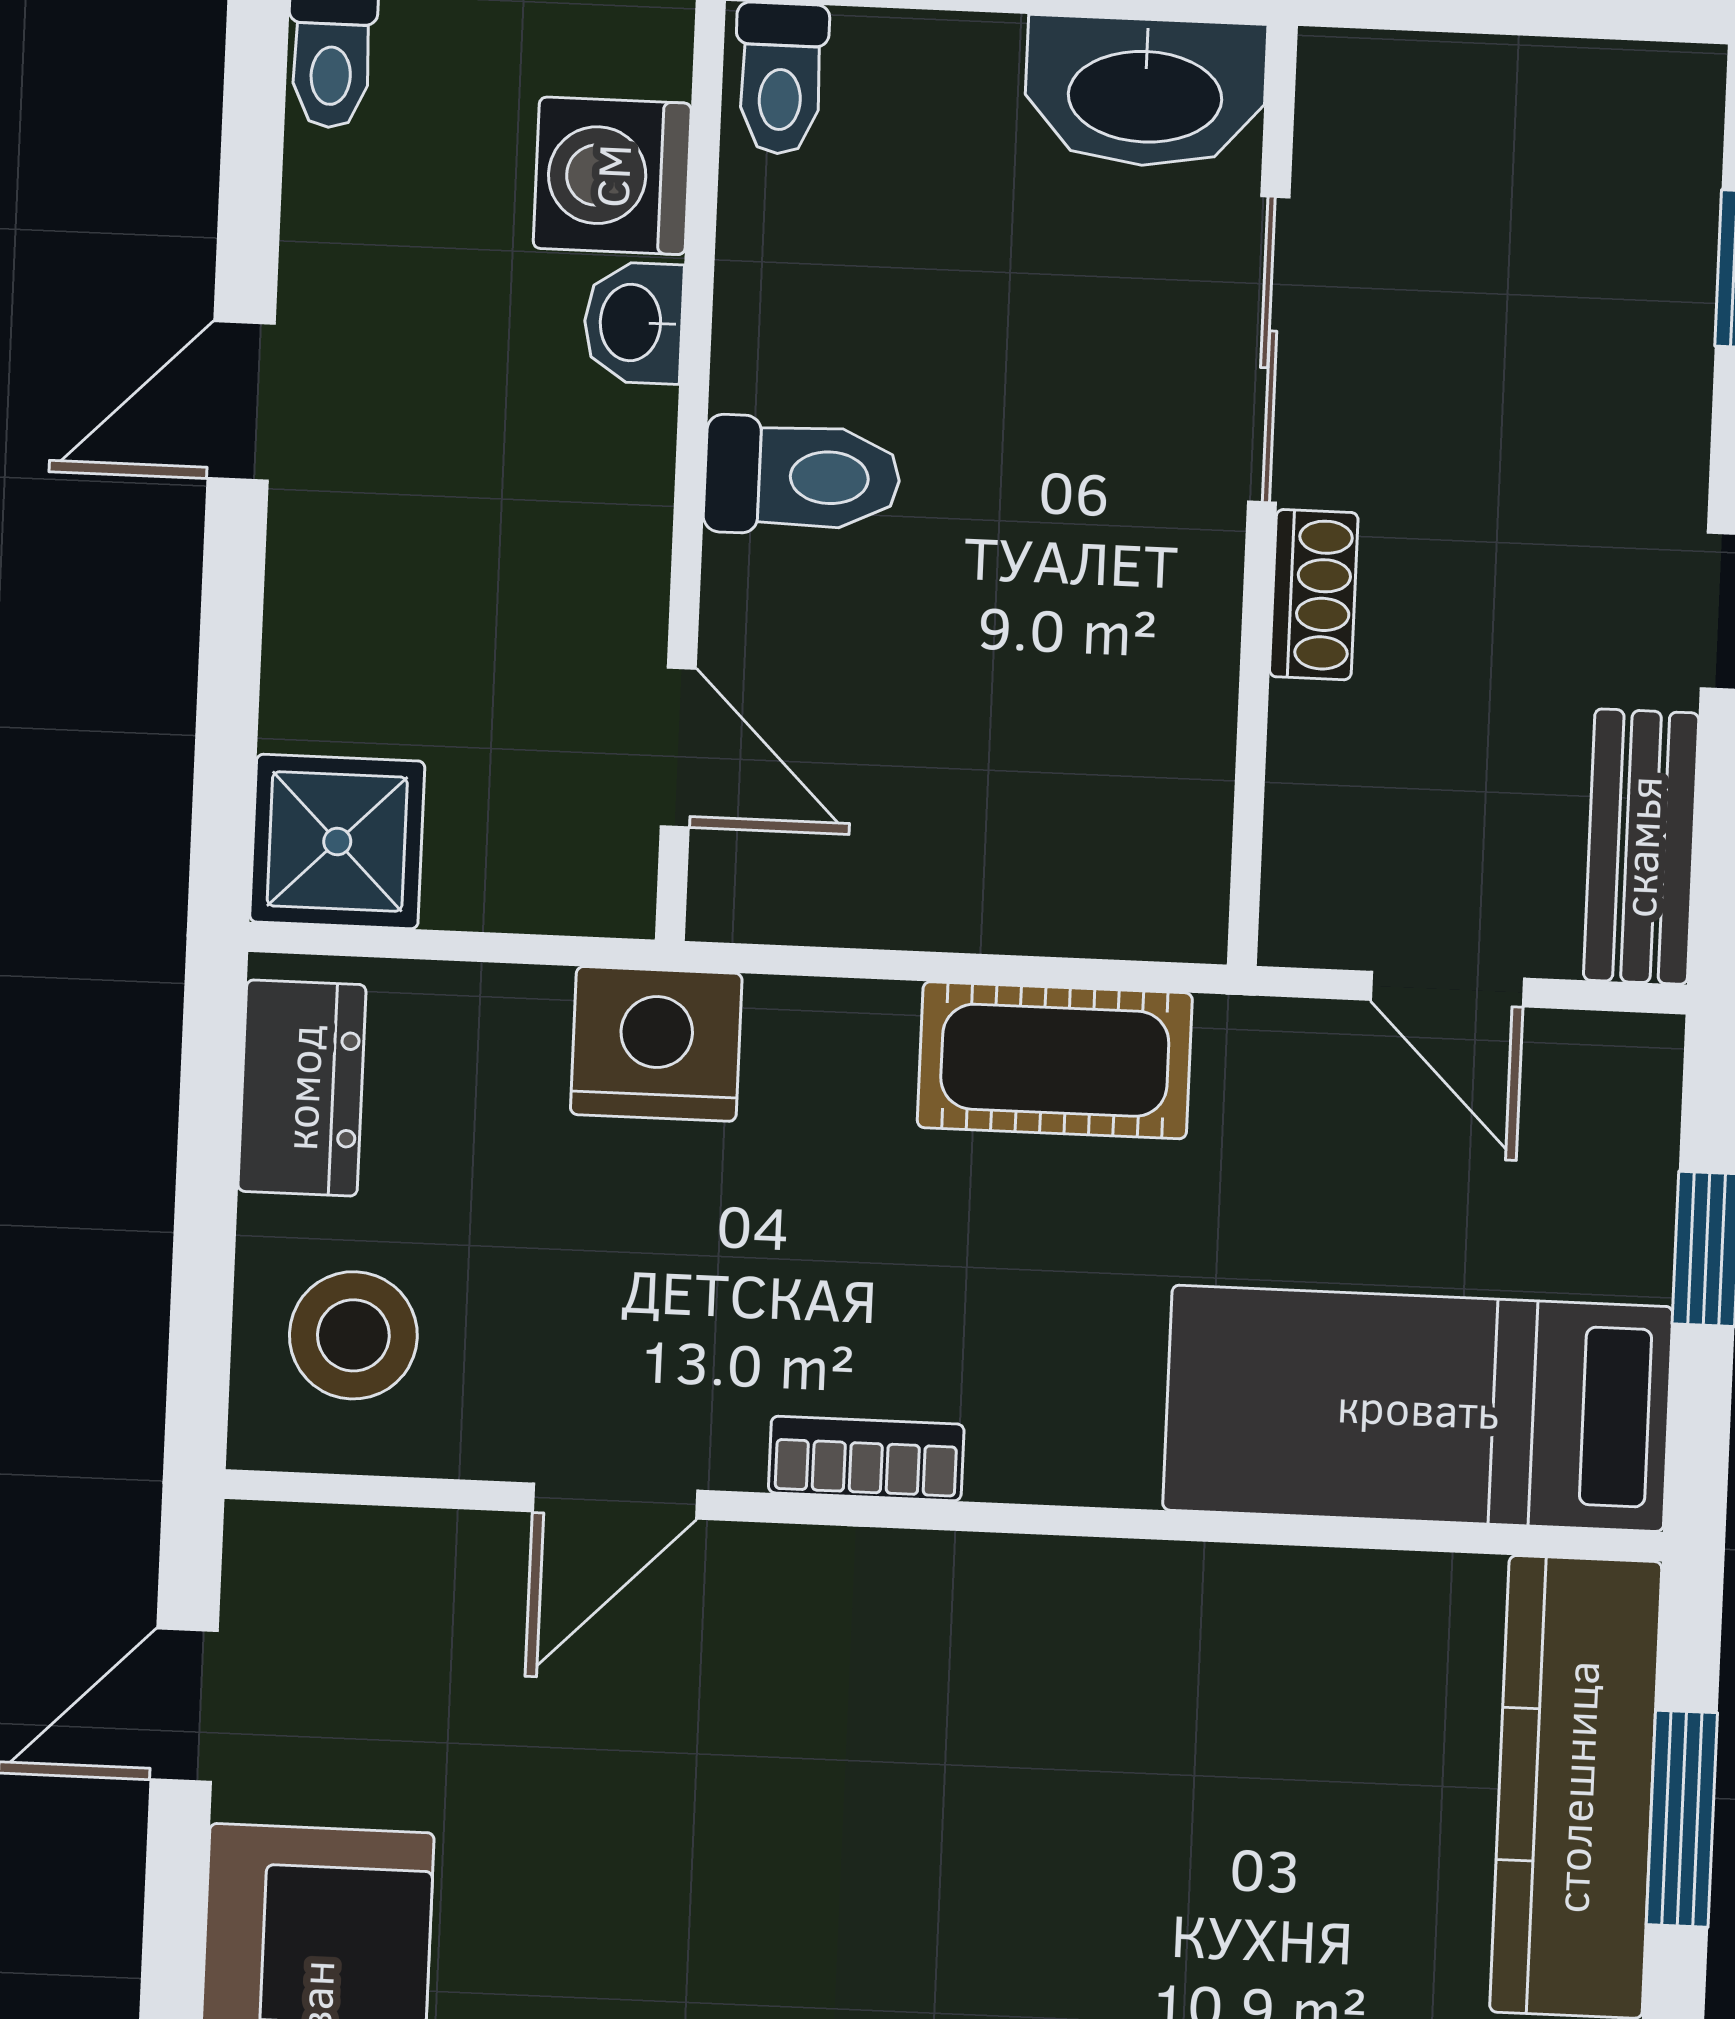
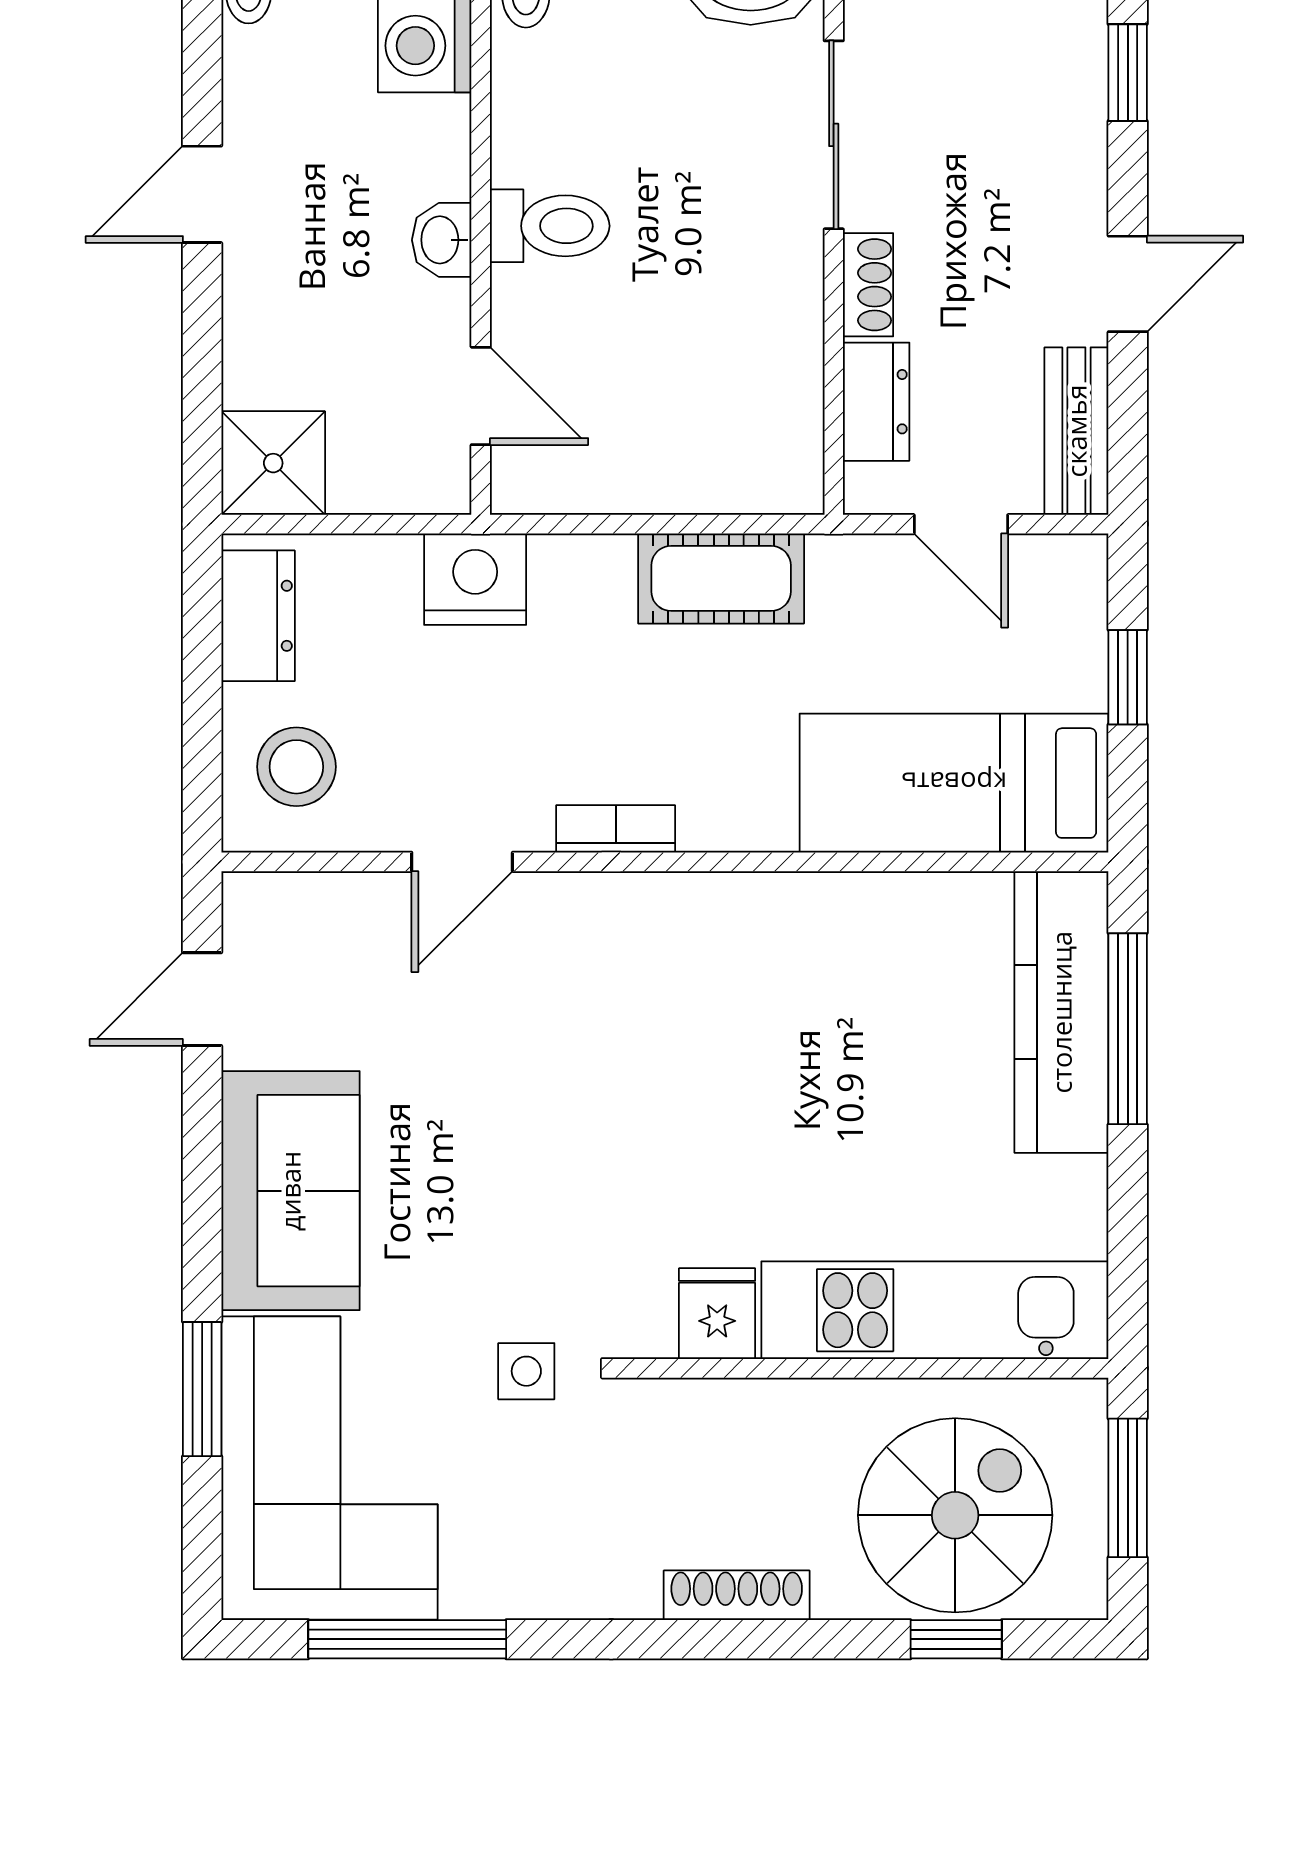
washbasin: (633, 323) -> (442, 240), moved
dresser: (1319, 785) -> (876, 402), added
window: (1682, 1819) -> (1128, 1029), width x1.44

